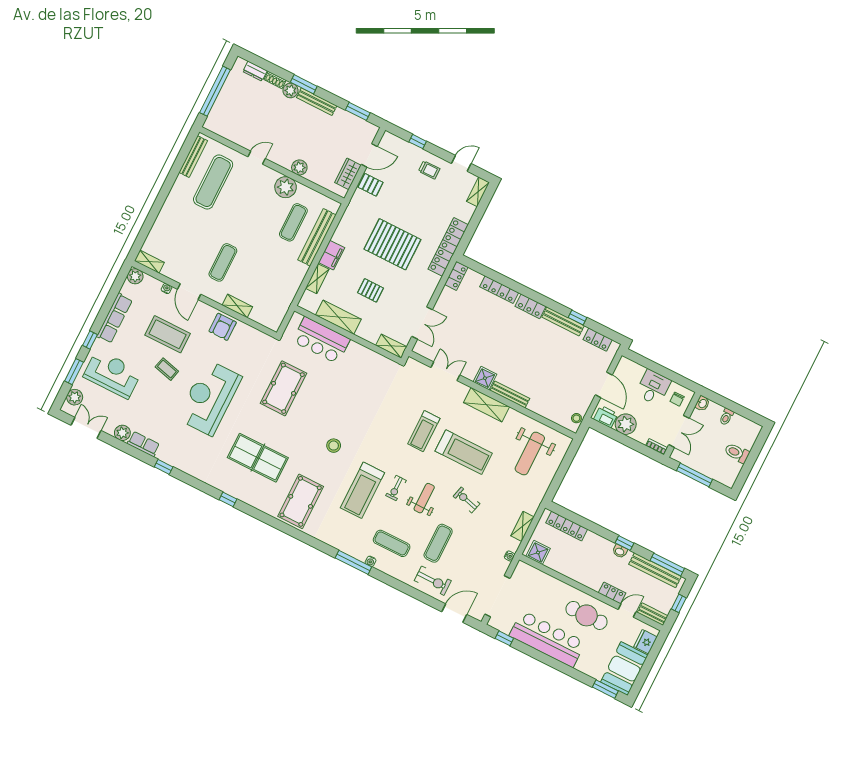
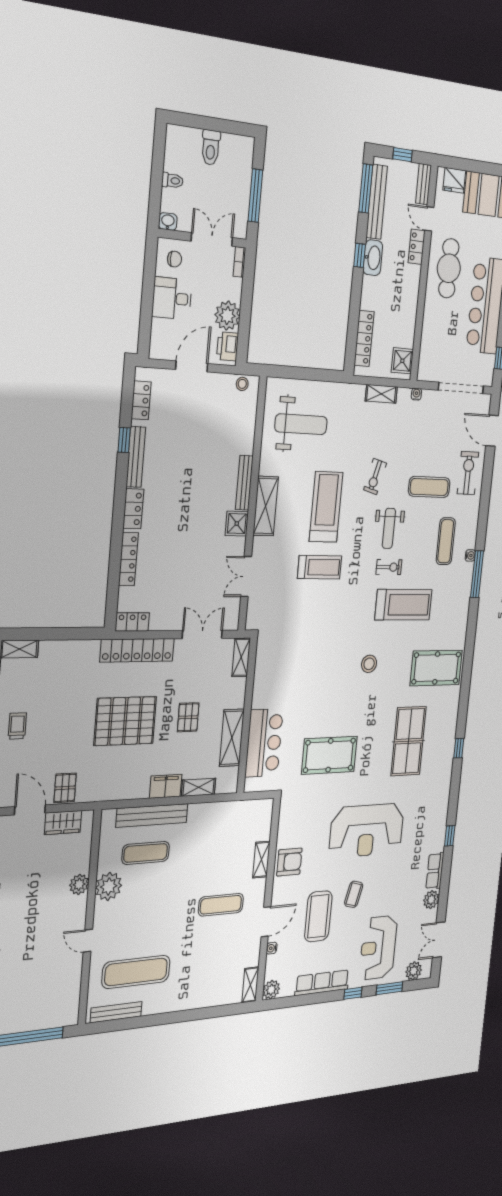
pallet: (392, 244) -> (125, 721), turned 90
locker: (448, 247) -> (137, 650), moved
weight bench: (424, 498) -> (389, 528), turned -90
washbasin: (620, 551) -> (373, 258), width x1.91, depth x1.45

